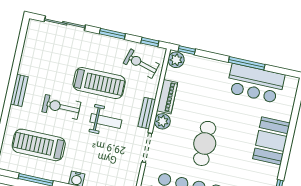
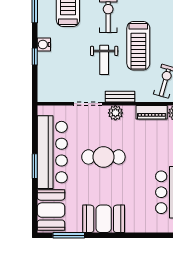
piano: (167, 97) -> (152, 112), moved
booth: (271, 141) -> (104, 219), moved

